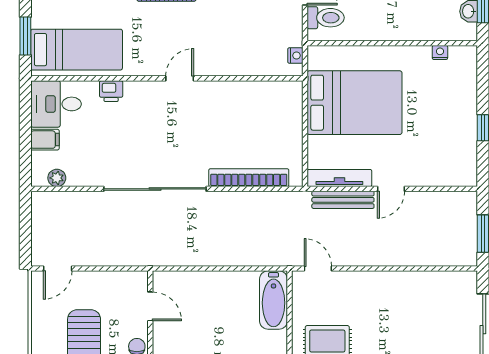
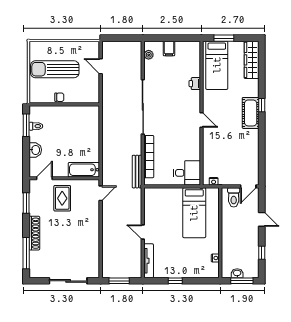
bed: (354, 103) -> (194, 213), width x0.67
desk: (56, 104) -> (187, 173), moved, turned 90
tv unit: (339, 178) -> (149, 261), moved
bench: (343, 200) -> (137, 172), moved
door: (58, 269) -> (101, 66), moved
door: (150, 306) -> (81, 104), removed

